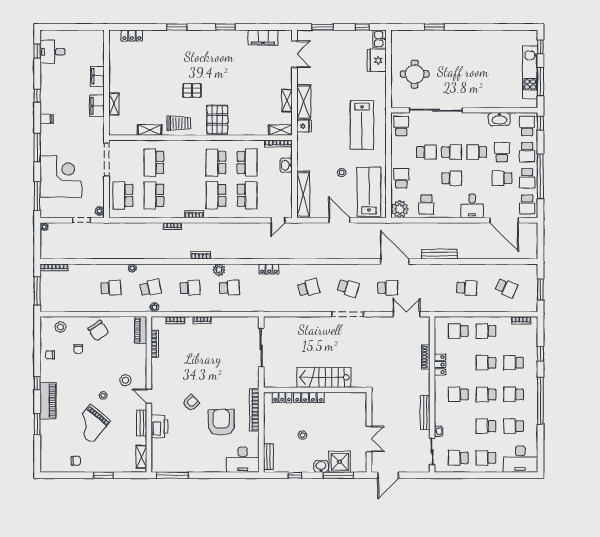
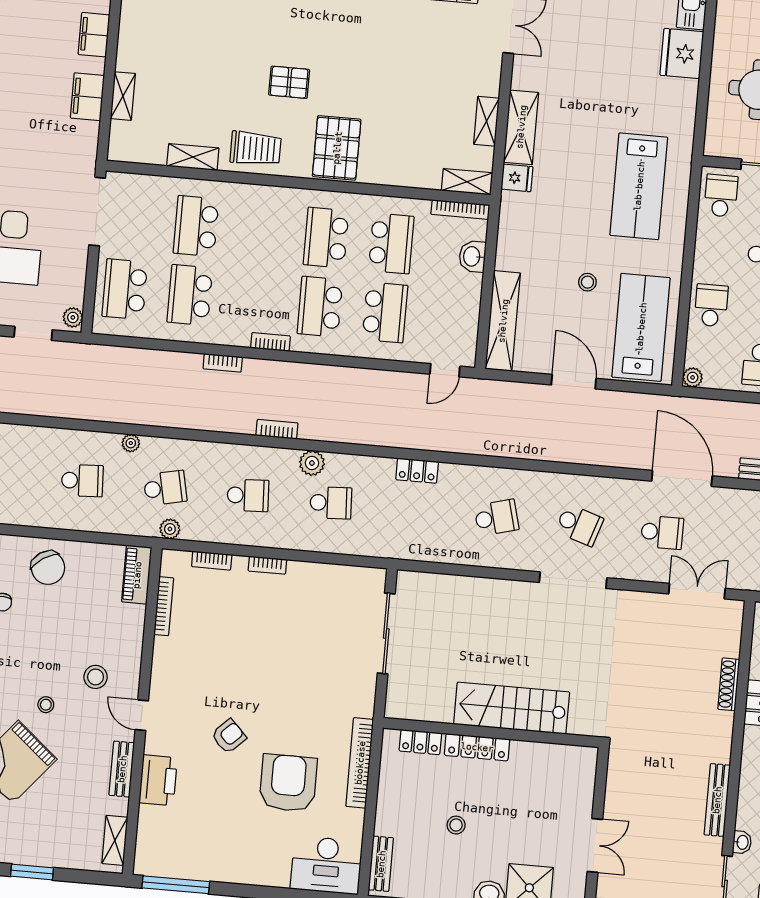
plant: (400, 209) -> (693, 377), width x0.53, depth x0.53

